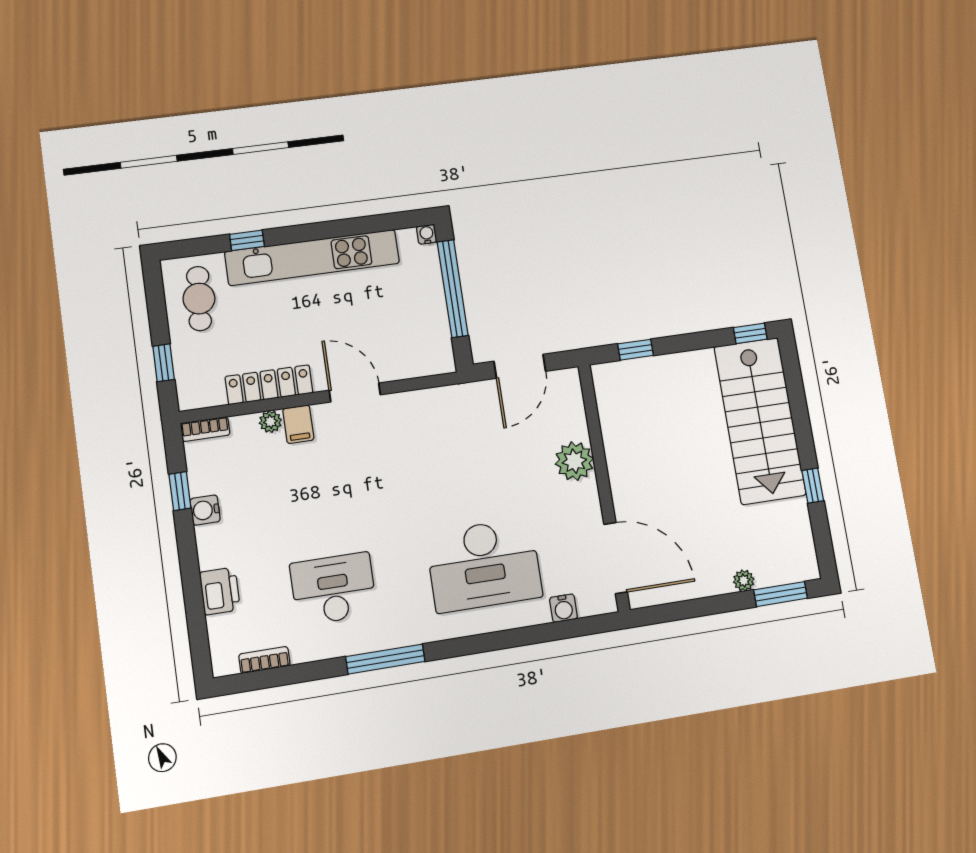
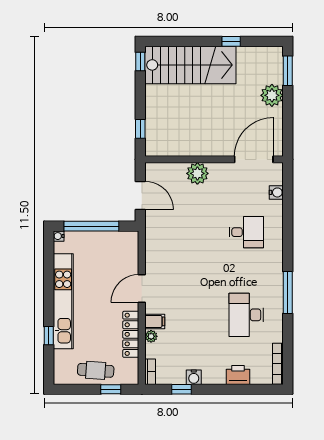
cafe table: (199, 299) -> (96, 370), moved
desk: (484, 565) -> (246, 232), width x0.53, depth x0.77
plant: (744, 580) -> (272, 95), width x1.88, depth x1.88
bookcase: (264, 660) -> (278, 364), width x1.56

